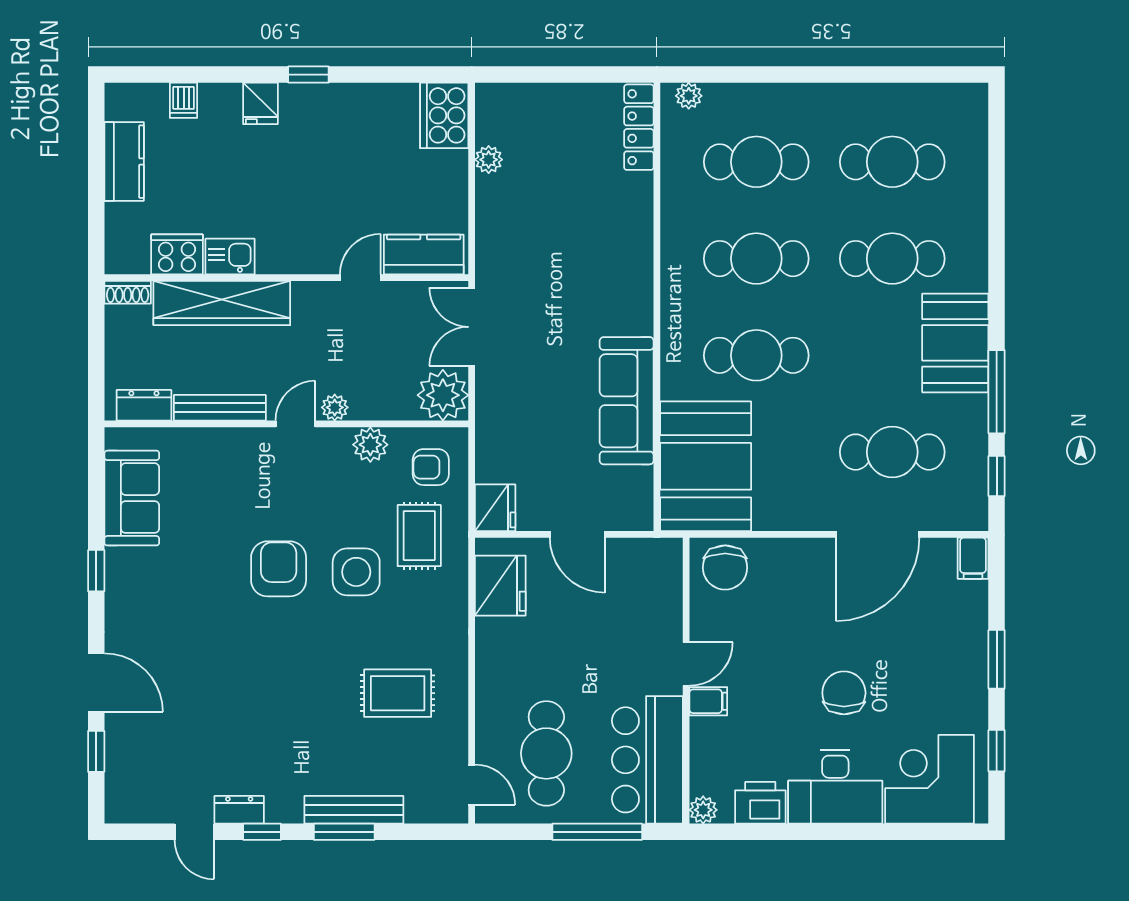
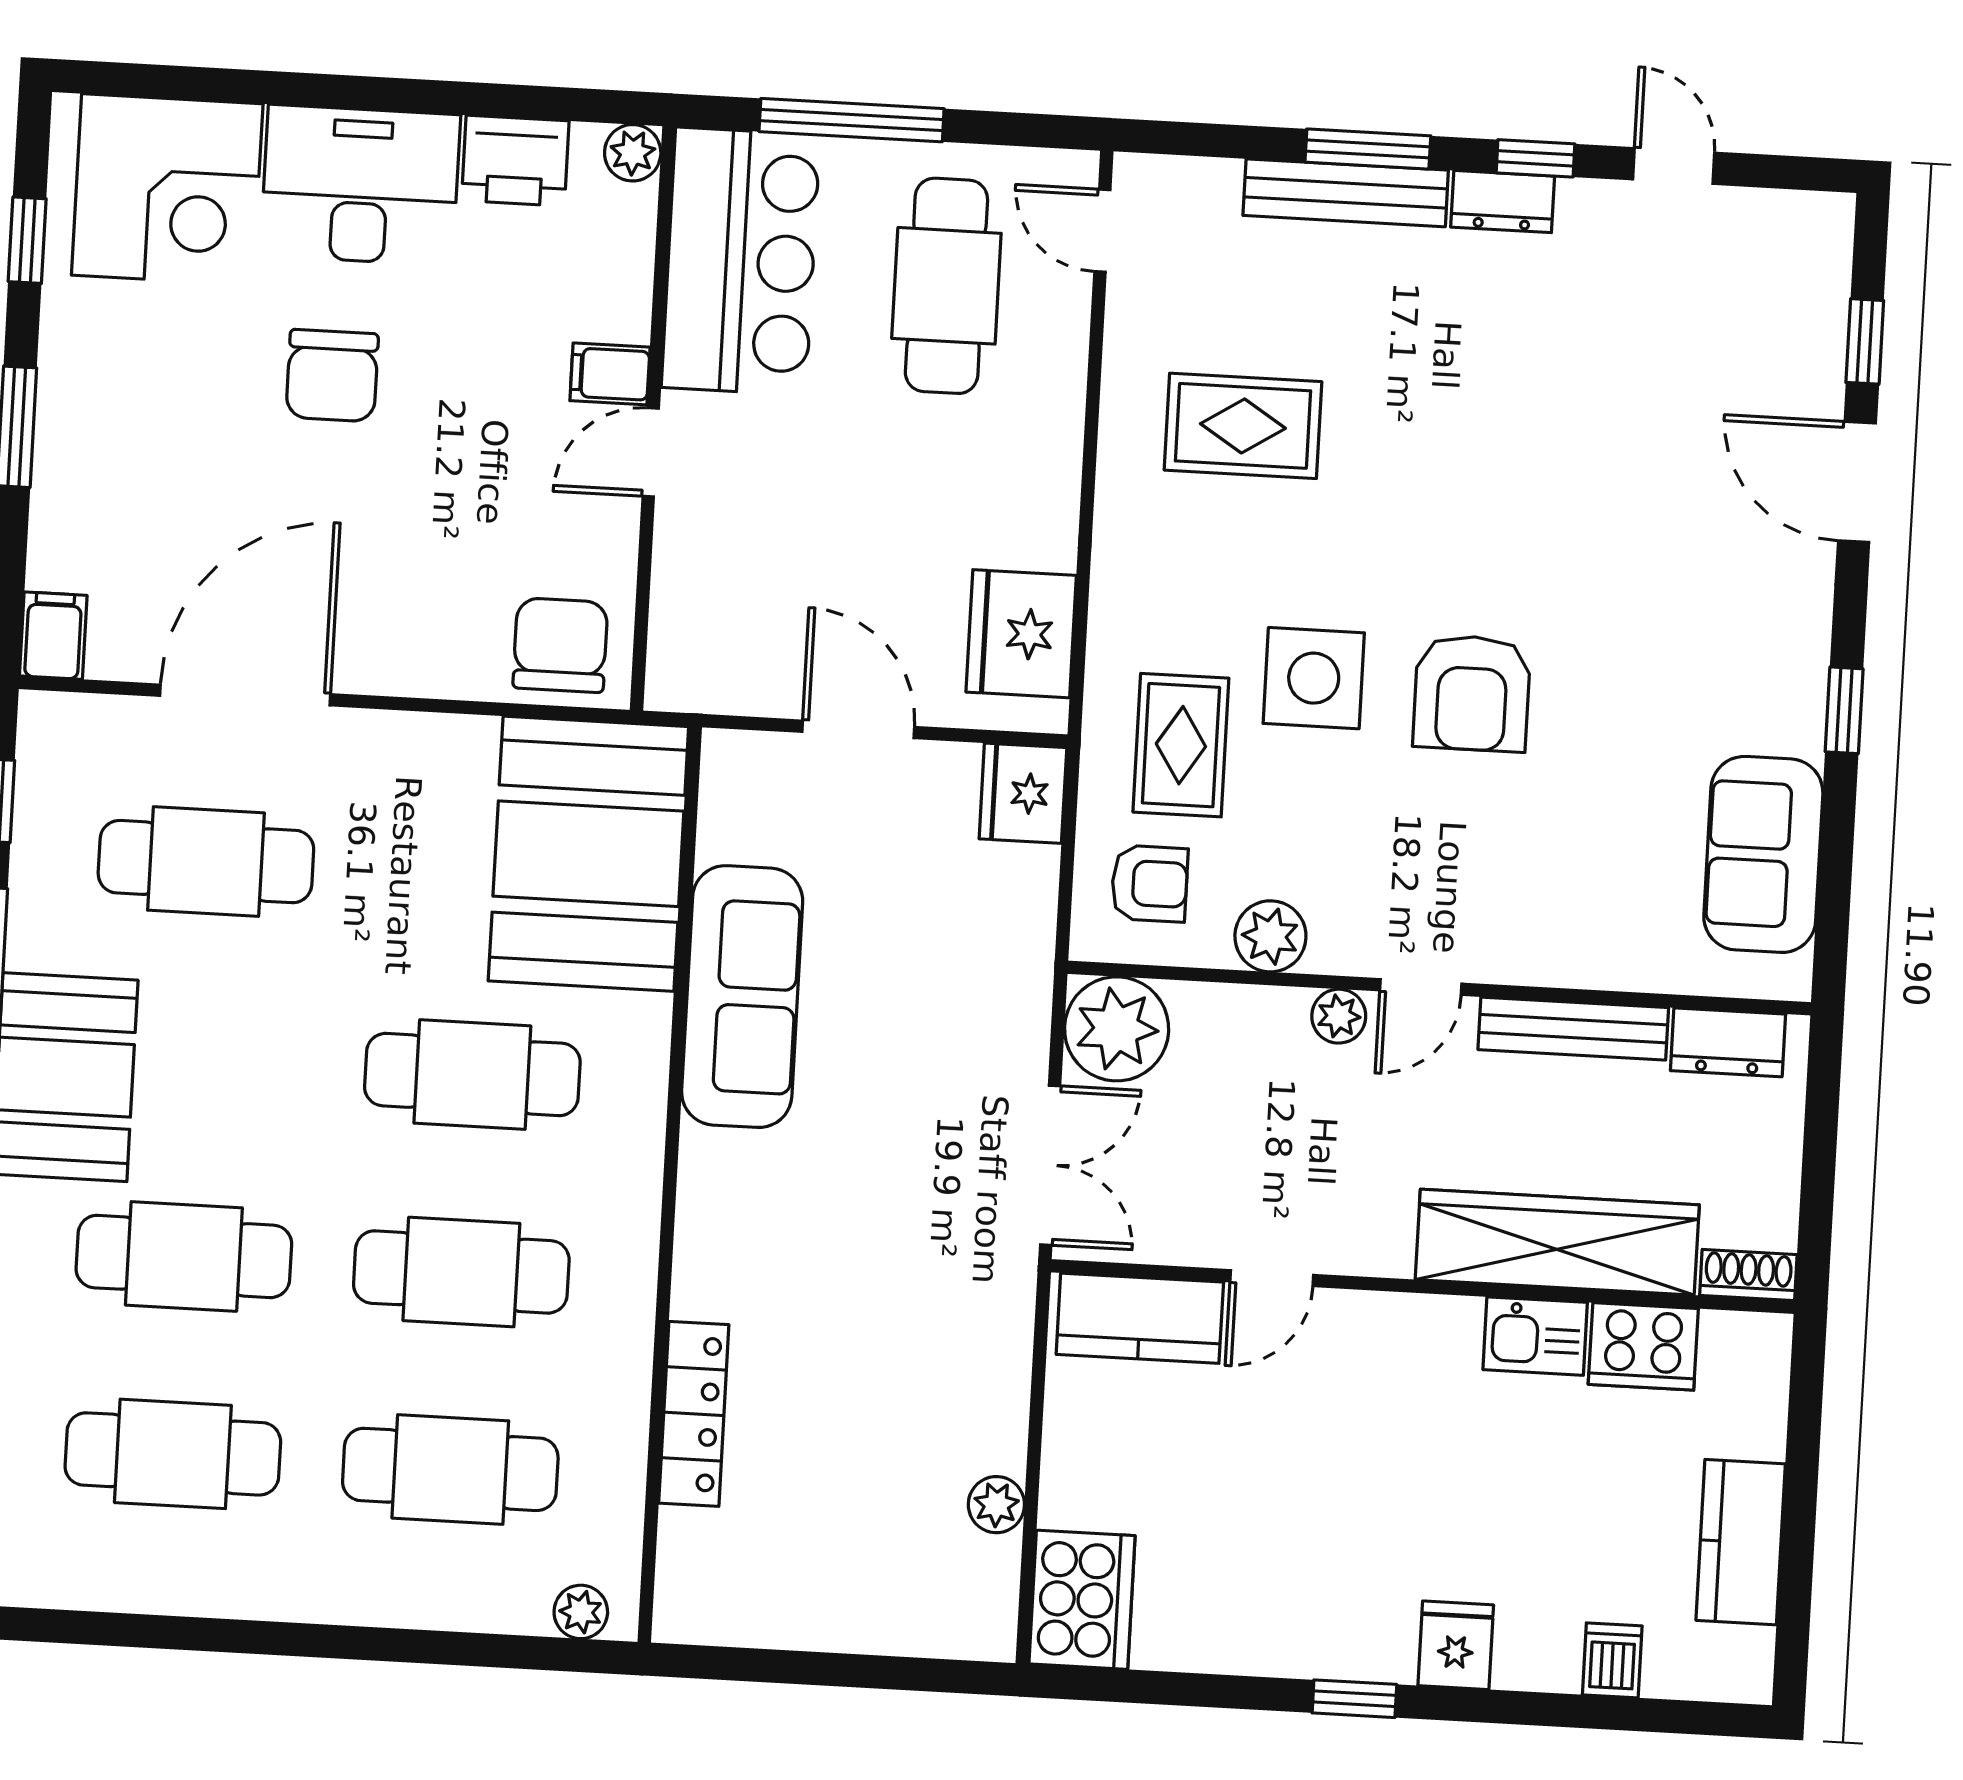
locker: (639, 127) -> (694, 1414), moved
dresser: (239, 810) -> (1503, 202), moved

